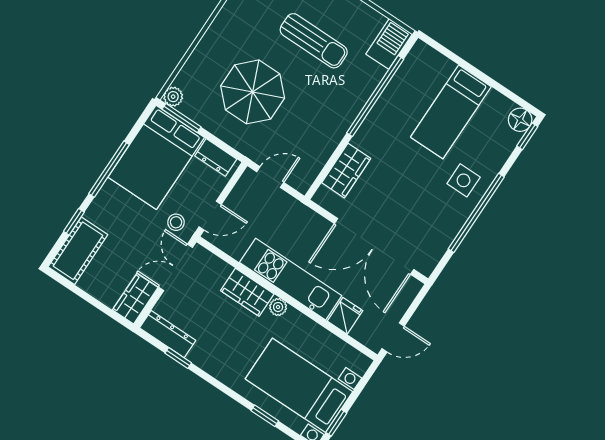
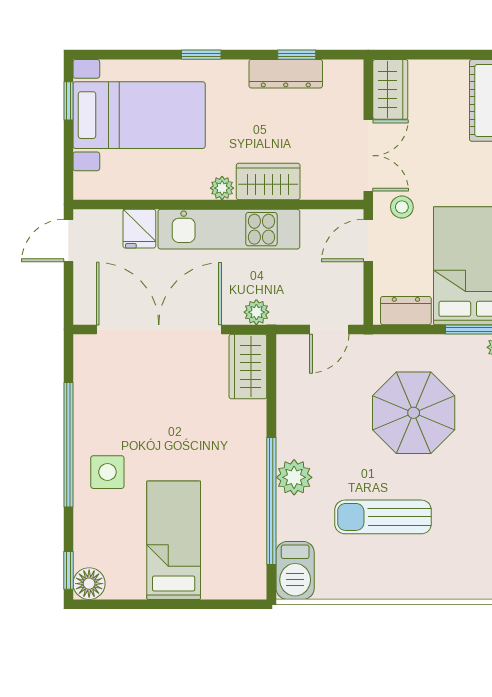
plant: (352, 101) -> (294, 477), added
wardrobe: (346, 171) -> (248, 367), moved
plant: (308, 217) -> (256, 312), added
dresser: (168, 334) -> (286, 74), moved
window: (265, 416) -> (201, 55), moved

